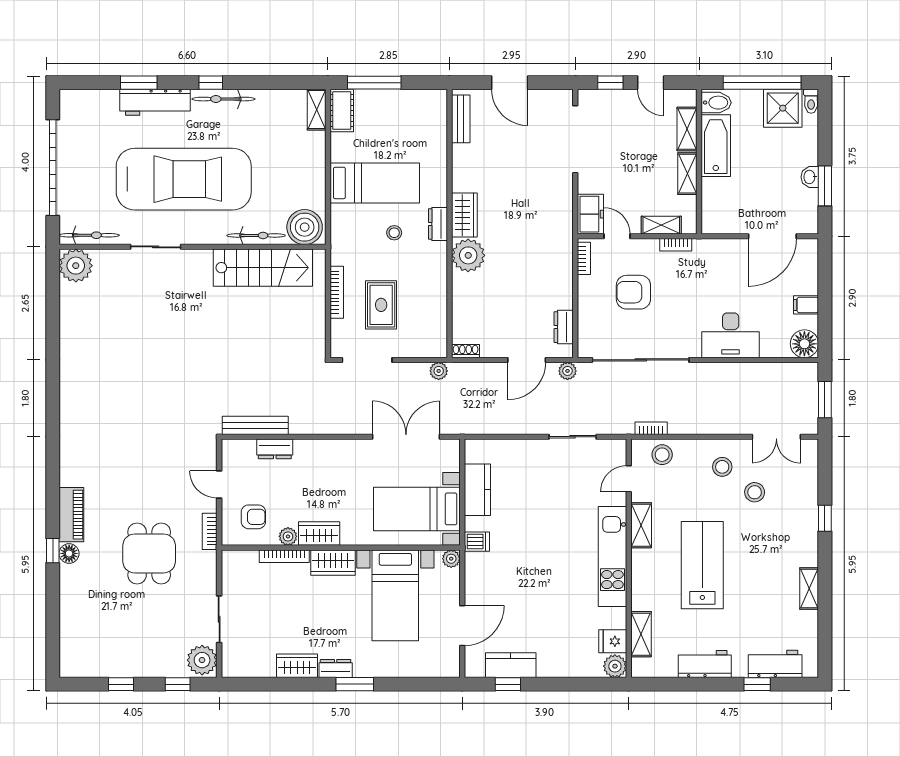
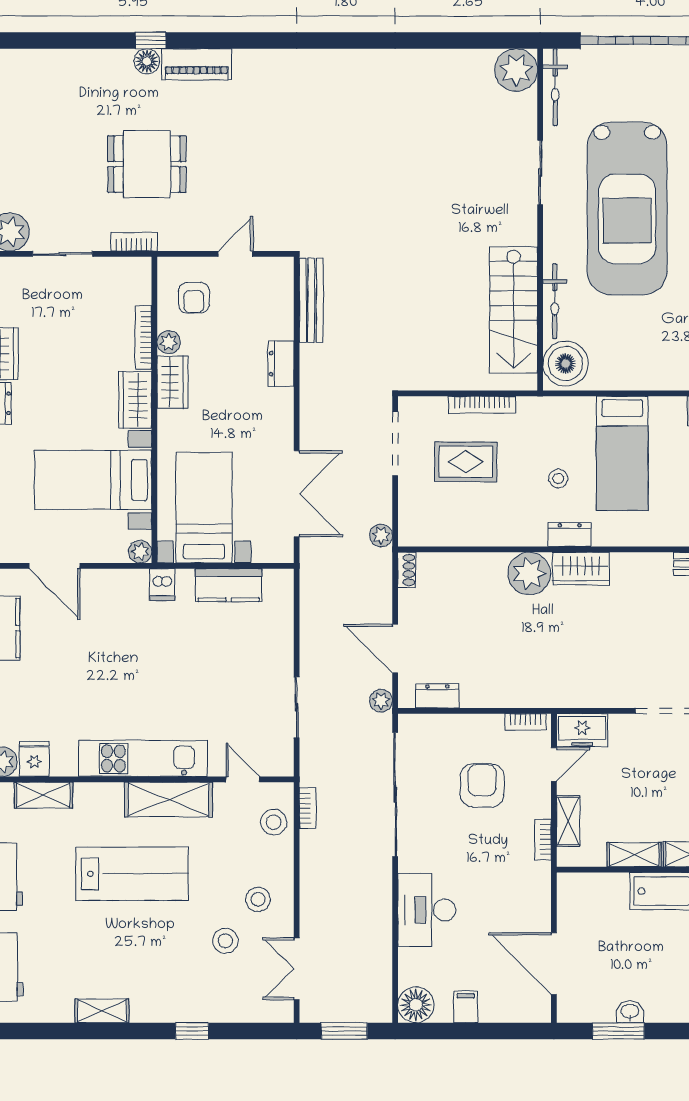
dresser: (275, 449) -> (281, 364), moved
shelving: (641, 525) -> (168, 800), width x1.50, depth x1.33
bookcase: (210, 531) -> (134, 242), moved

